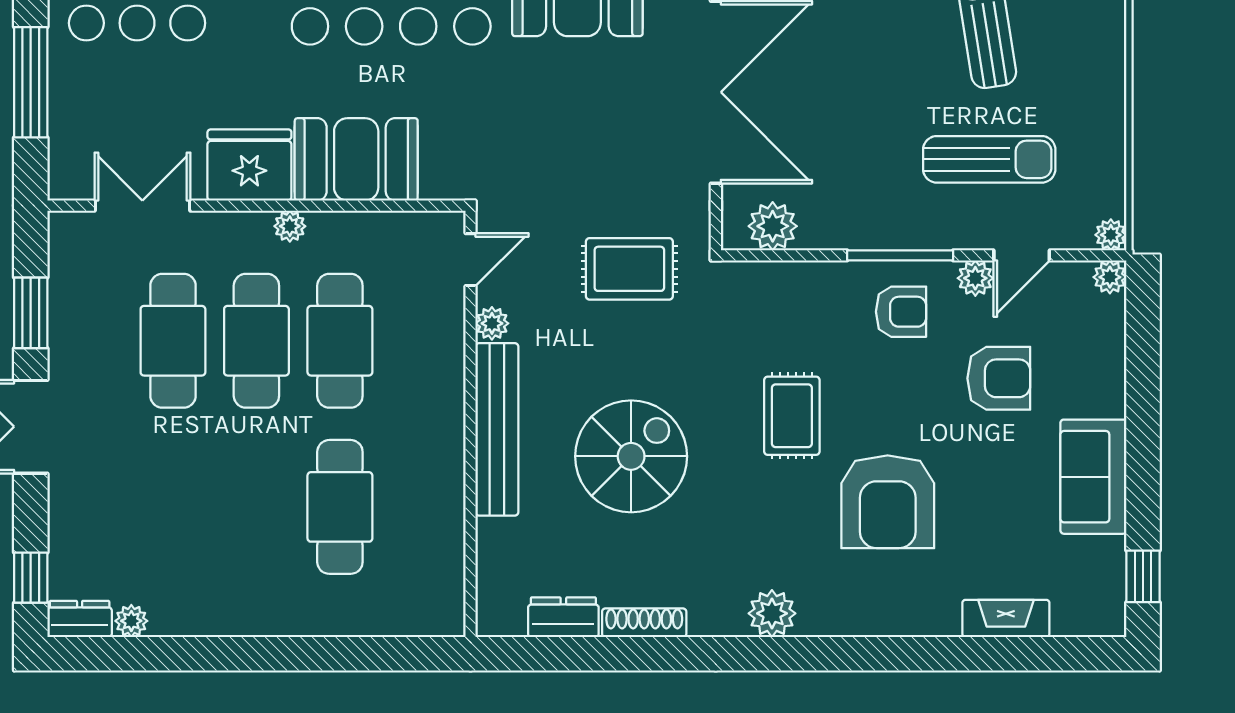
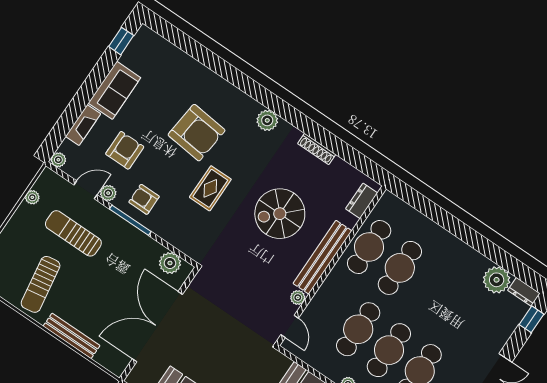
plant: (1111, 235) -> (32, 197), moved
door: (471, 260) -> (290, 326), swing flipped
rug: (629, 269) -> (233, 283), removed
armchair: (999, 378) -> (125, 150), turned 90
armchair: (888, 502) -> (197, 133), turned 96
cafe table: (423, 507) -> (369, 247), added
dresser: (563, 617) -> (362, 201), moved, turned 90
fireplace: (1006, 618) -> (83, 125), moved, turned -90
plant: (131, 621) -> (497, 280), width x1.88, depth x1.88

